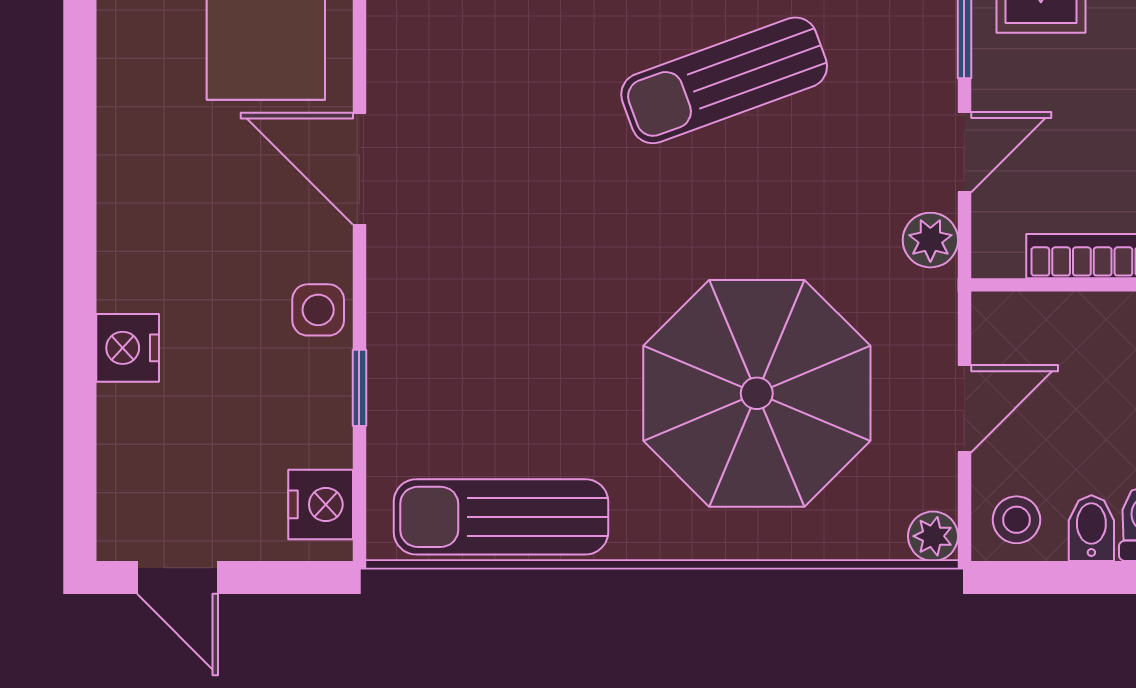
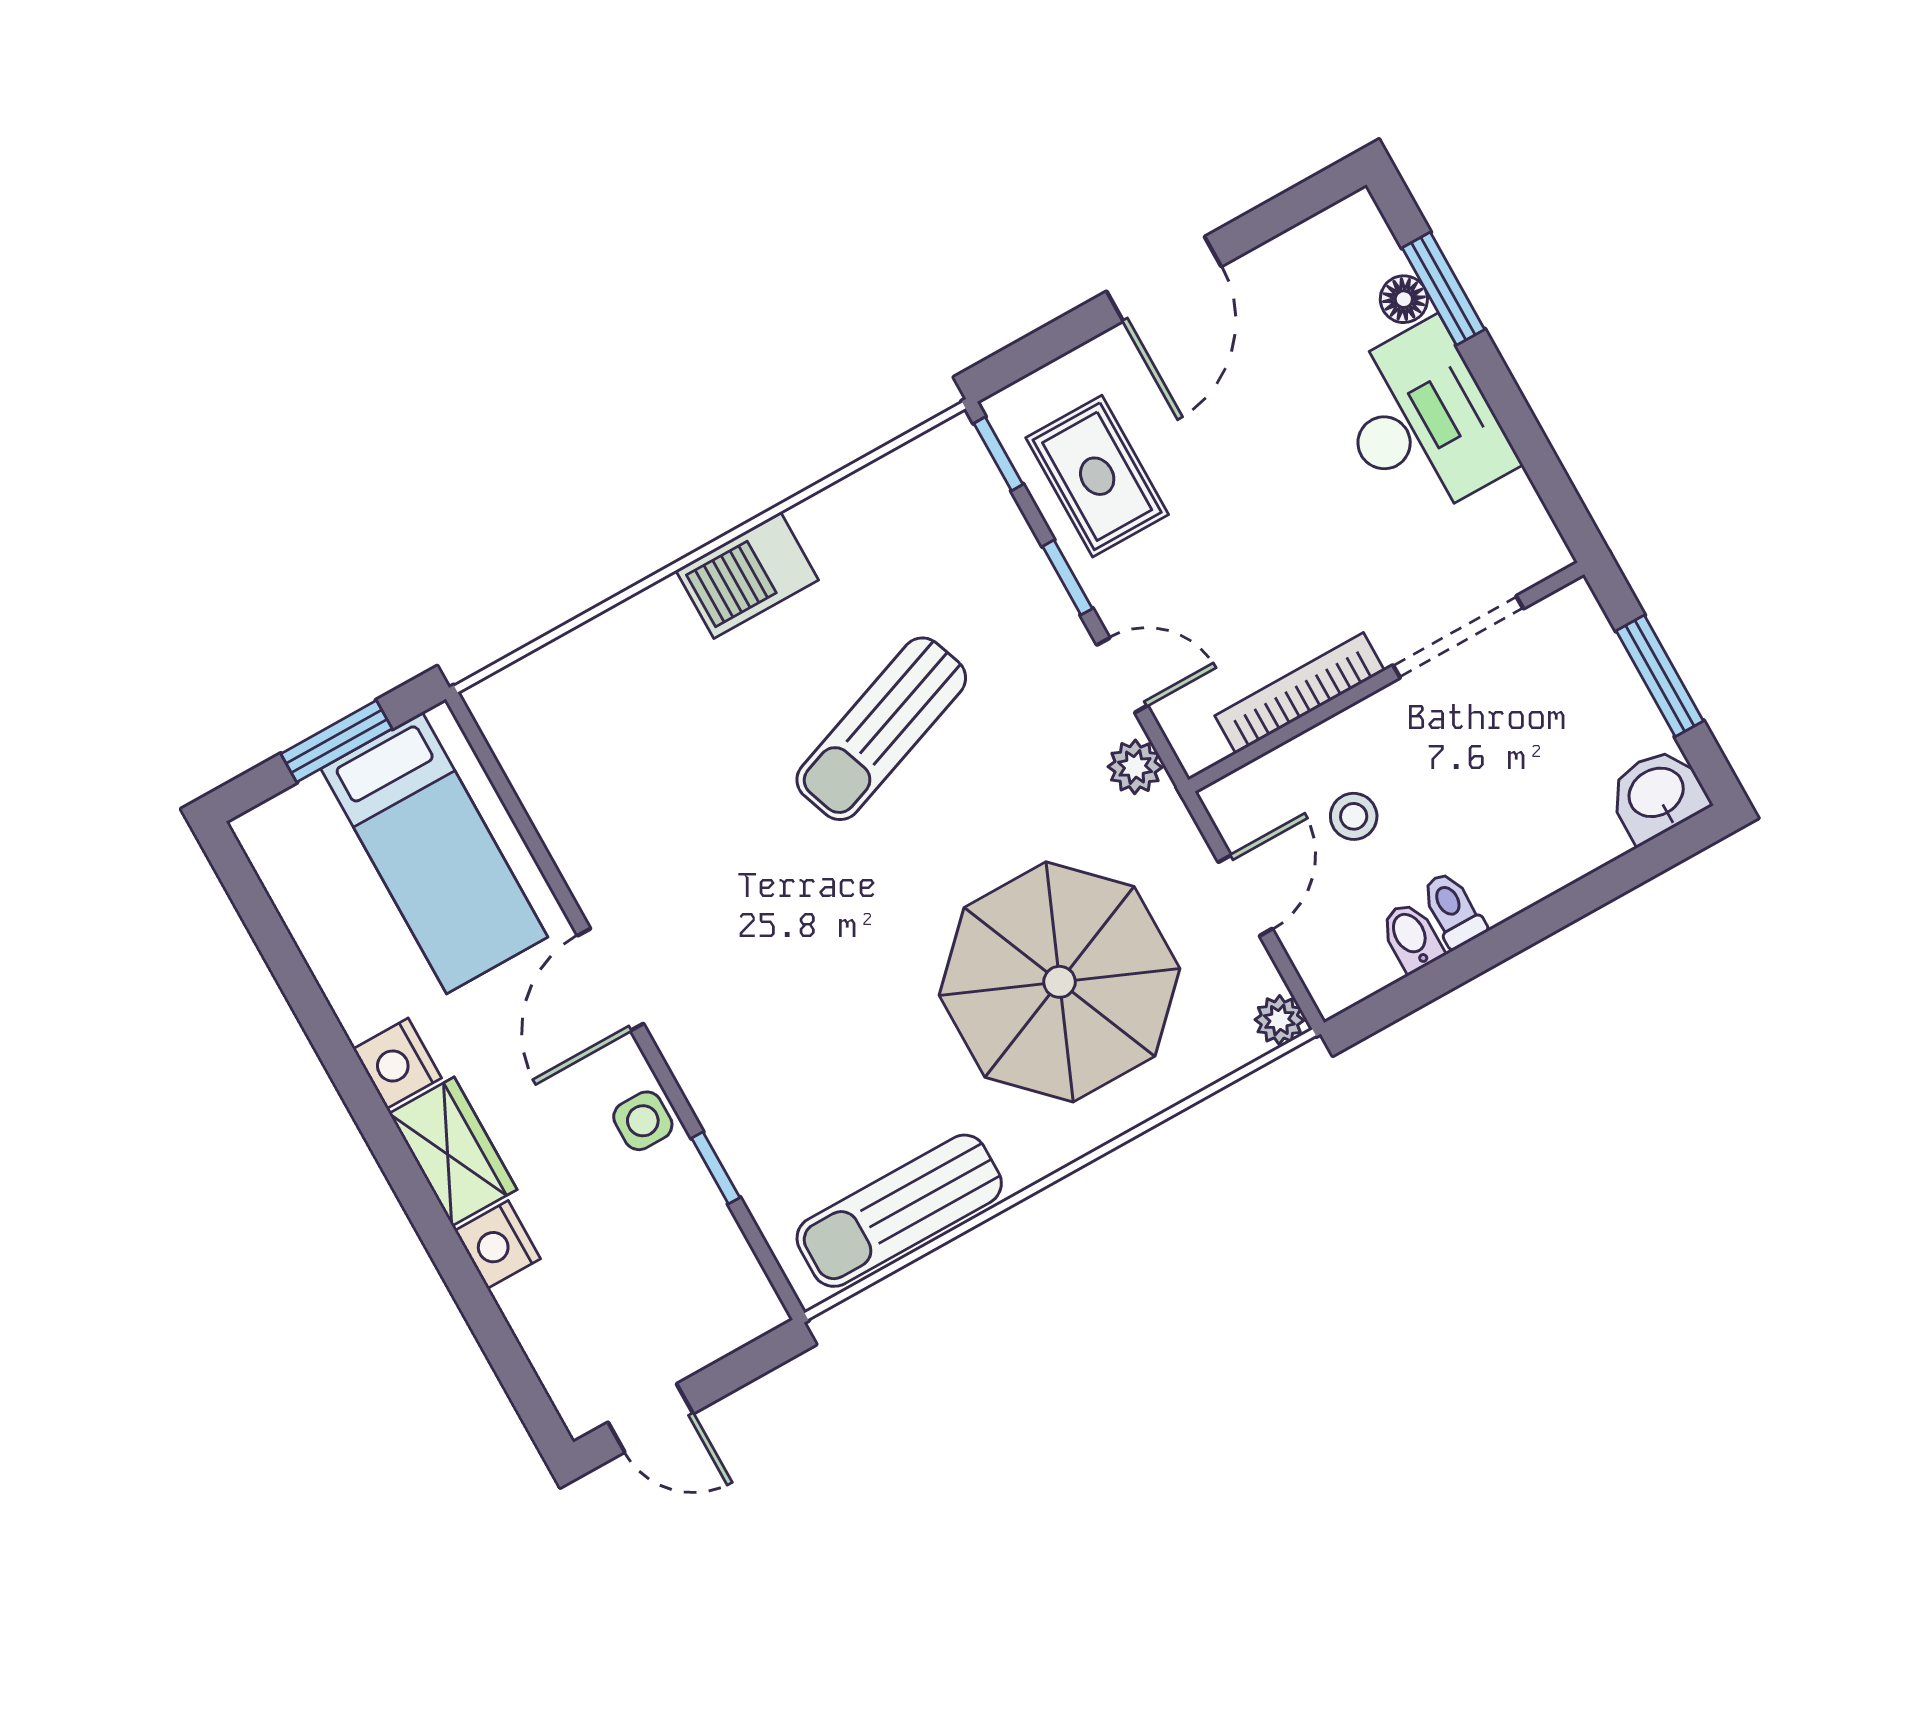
door: (964, 152) -> (1122, 675), hinge flipped
door: (359, 169) -> (611, 980), hinge flipped
wardrobe: (134, 243) -> (453, 1151), added
nightstand: (321, 504) -> (397, 1063), moved, turned 180
stool: (1016, 520) -> (1354, 816), moved

